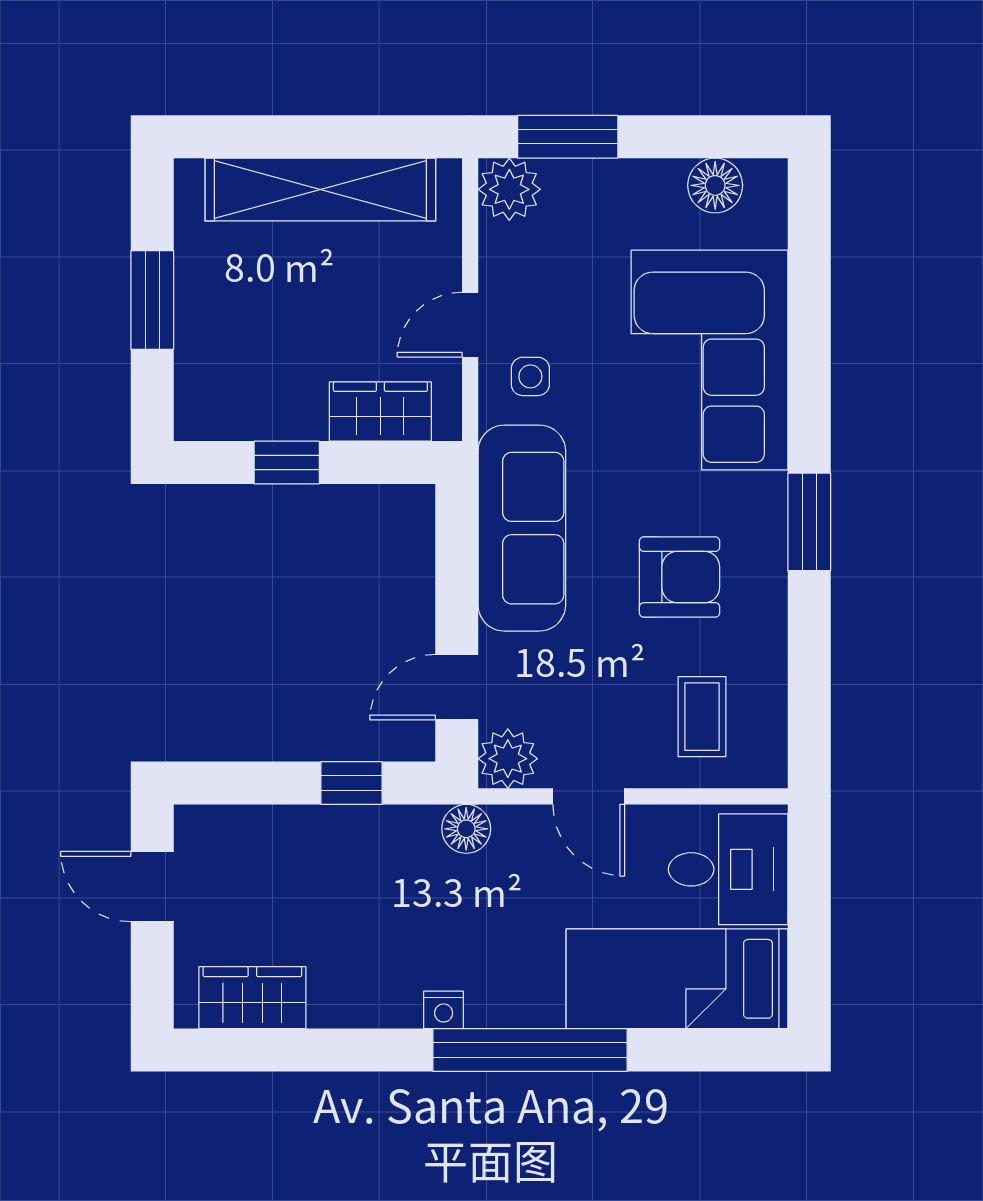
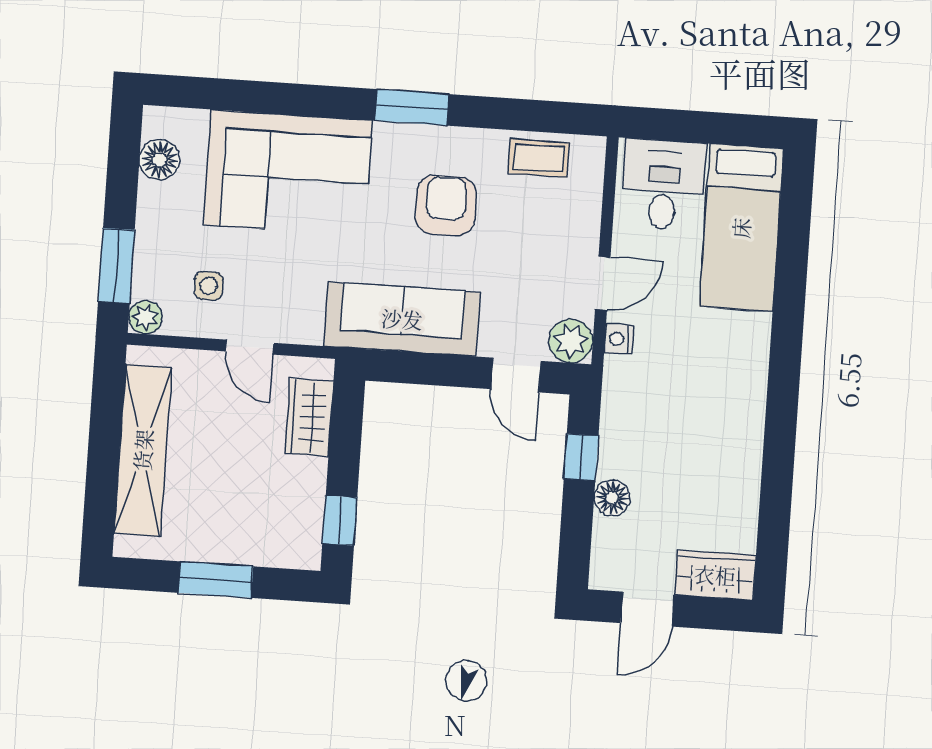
plant: (509, 189) -> (145, 317), width x0.73, depth x0.73
side table: (530, 376) -> (209, 286), moved
window: (287, 463) -> (340, 520), moved
coffee table: (702, 717) -> (539, 158), moved
floor lamp: (466, 829) -> (612, 498), moved
wardrobe: (252, 998) -> (715, 575), moved, turned 90
nightstand: (444, 1010) -> (619, 339), moved, turned 180
window: (530, 1050) -> (787, 339), removed

